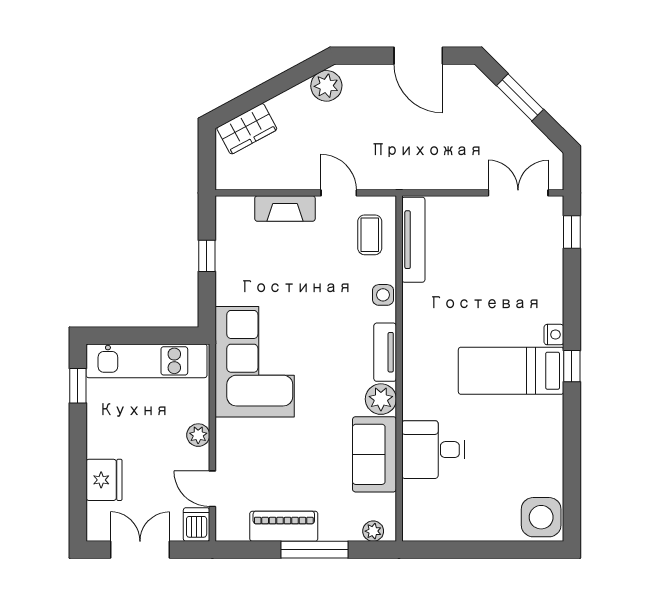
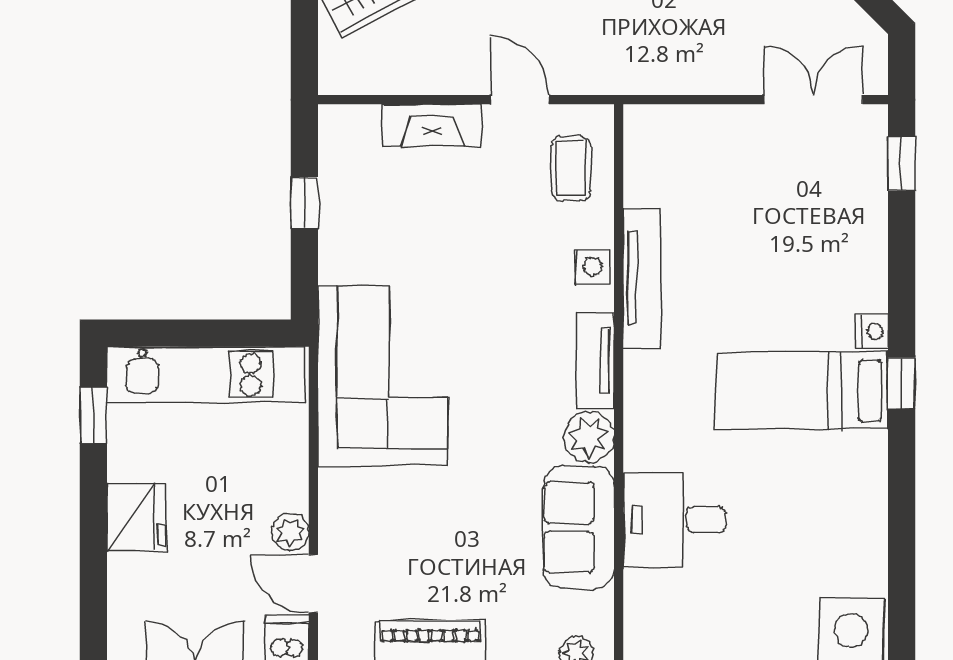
tv unit: (413, 240) -> (642, 278), moved
plant: (198, 435) -> (290, 532), moved
fridge: (104, 480) -> (136, 517), moved

